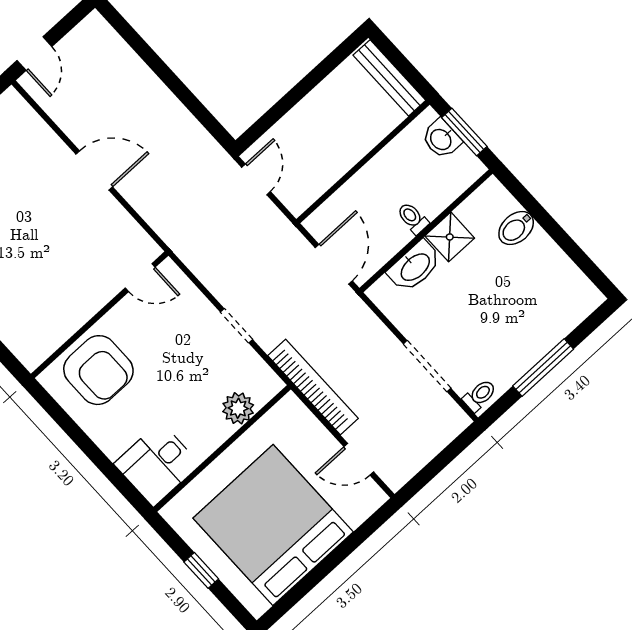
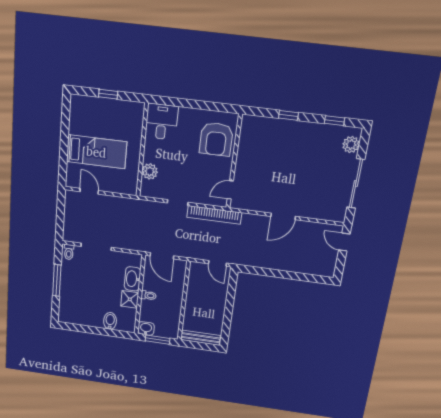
washbasin: (441, 139) -> (146, 328), moved
armchair: (98, 370) -> (216, 139), turned -90
bookcase: (313, 387) -> (214, 215), moved
door: (359, 459) -> (89, 191), hinge flipped
bed: (273, 525) -> (96, 152), width x0.49

